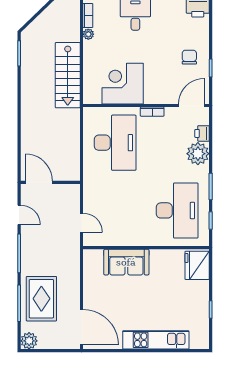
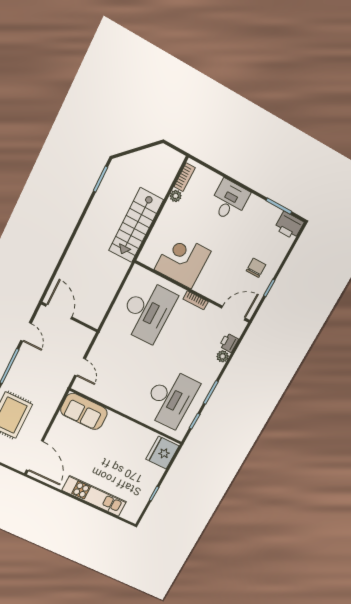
plant: (198, 154) -> (223, 356), width x0.53, depth x0.53
sofa: (126, 262) -> (84, 411), moved

